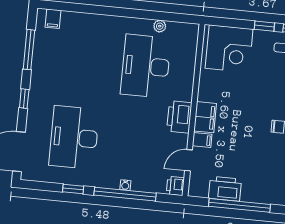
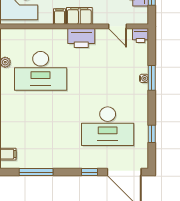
window: (24, 99) -> (89, 172), moved
filing cabinet: (202, 140) -> (60, 16), moved
window: (73, 189) -> (152, 134), moved
window: (125, 194) -> (152, 78), width x0.47

